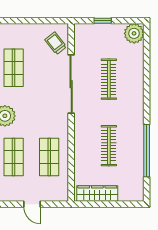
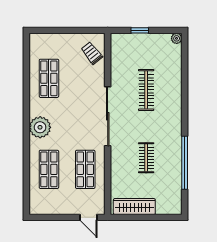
plant: (134, 33) -> (177, 38), width x0.53, depth x0.53
sliding door: (71, 84) -> (108, 116), moved
clothes rail: (109, 146) -> (146, 158), width x0.73
door: (32, 204) -> (88, 217), moved

